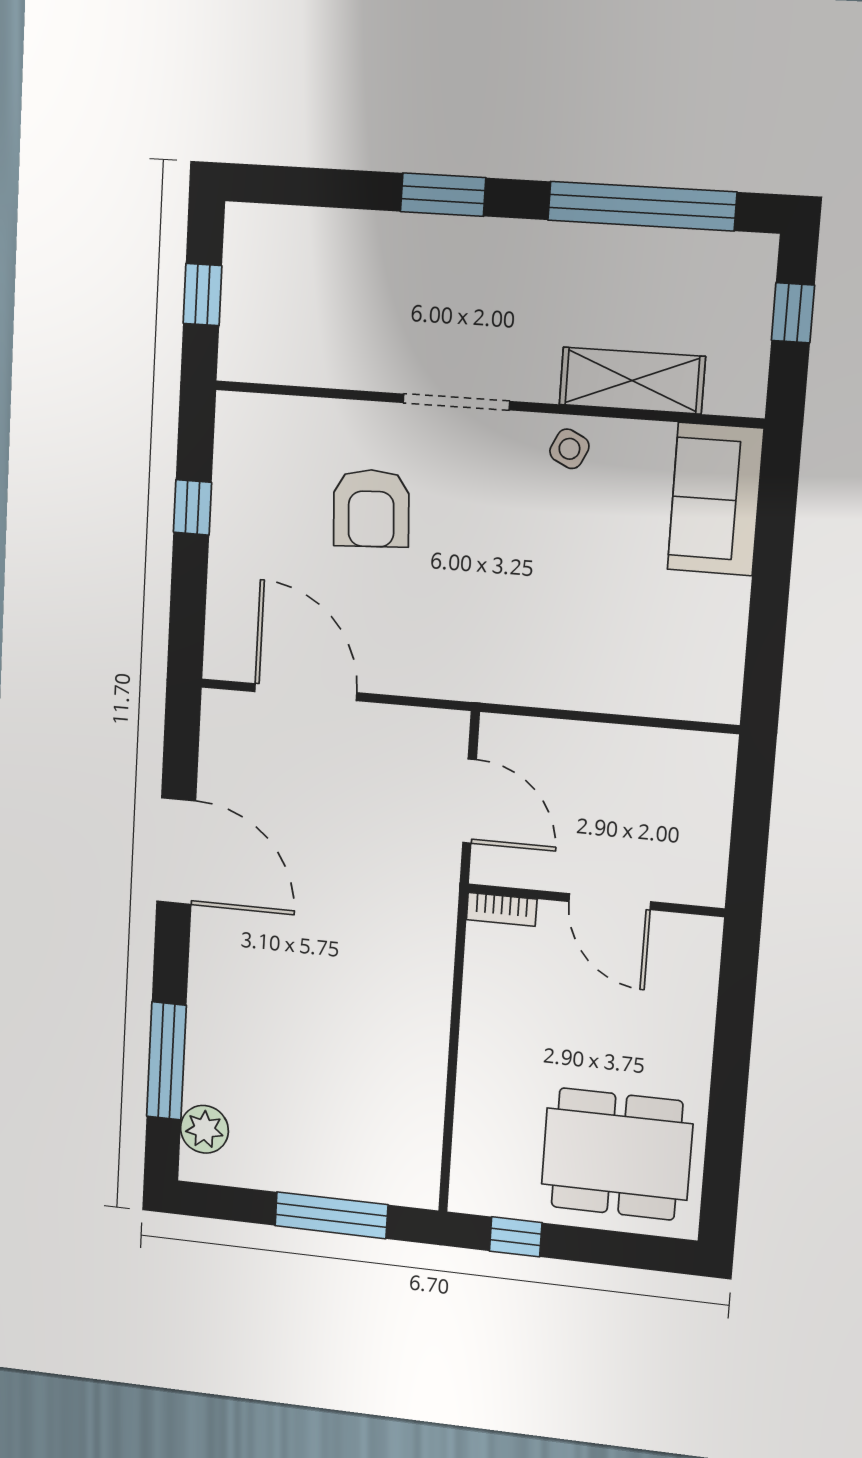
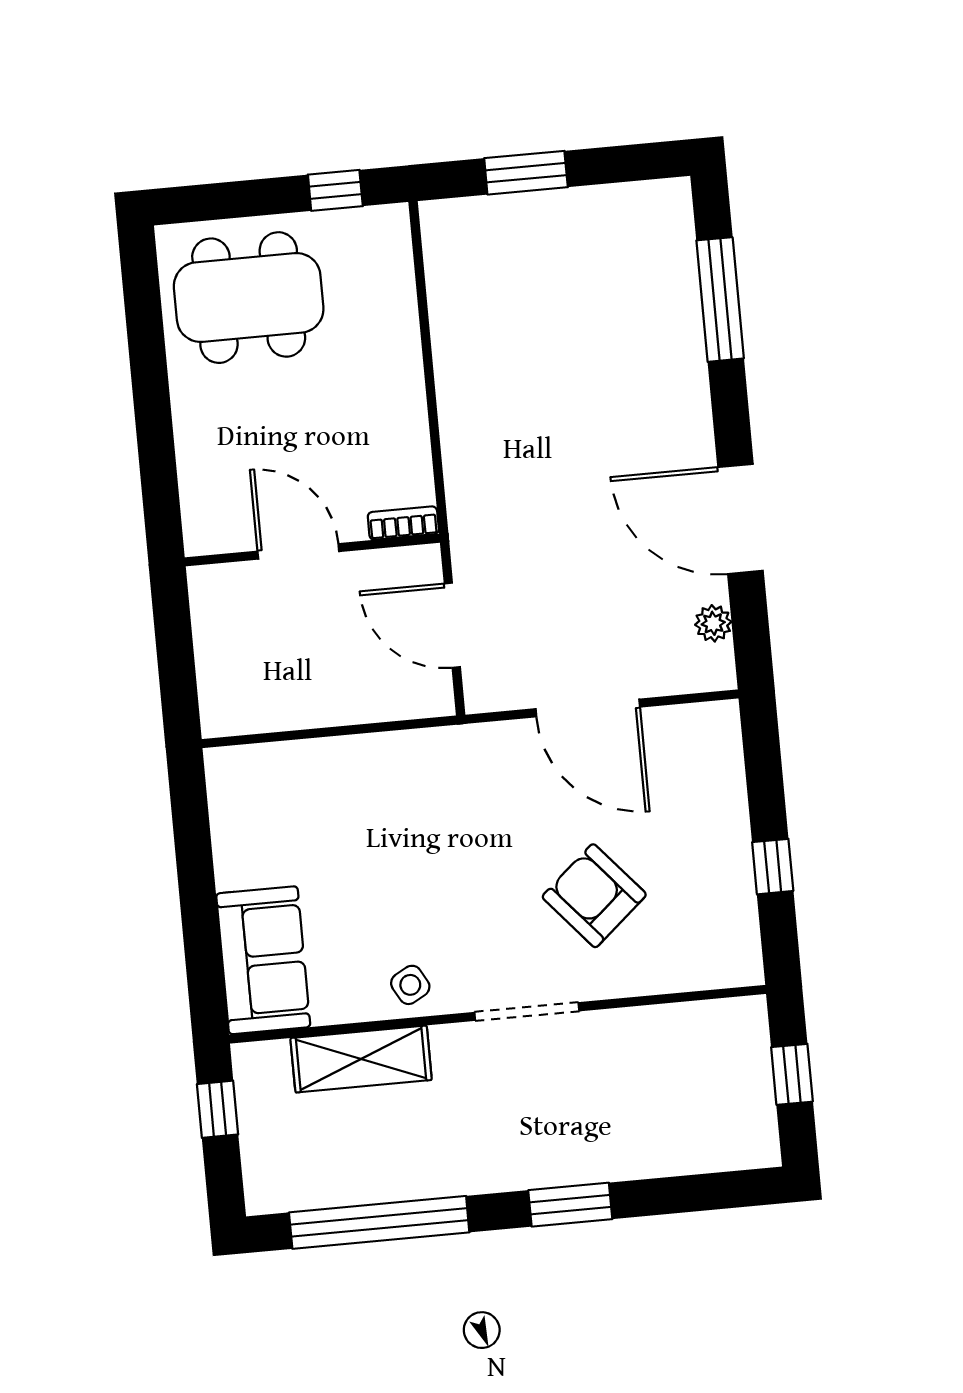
window: (793, 313) -> (218, 1109), moved
side table: (569, 449) -> (410, 985), turned 35
armchair: (371, 508) -> (594, 896), turned -38
door: (306, 692) -> (588, 708), moved
plant: (204, 1129) -> (713, 623), moved, width x0.73, depth x0.73
window: (331, 1215) -> (526, 173), width x0.69

